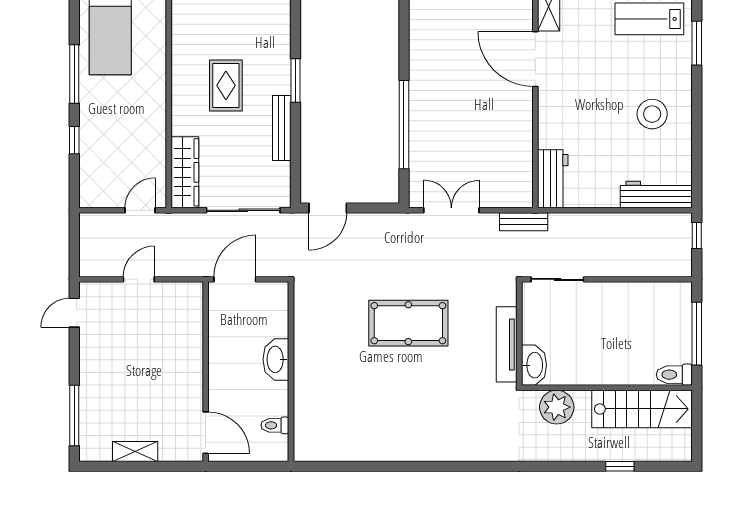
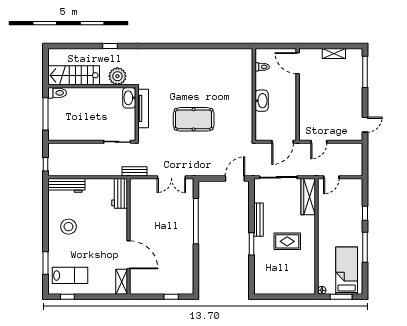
rug: (226, 85) -> (287, 241), turned 90
door: (139, 279) -> (319, 142), moved
window: (620, 466) -> (110, 46), moved

